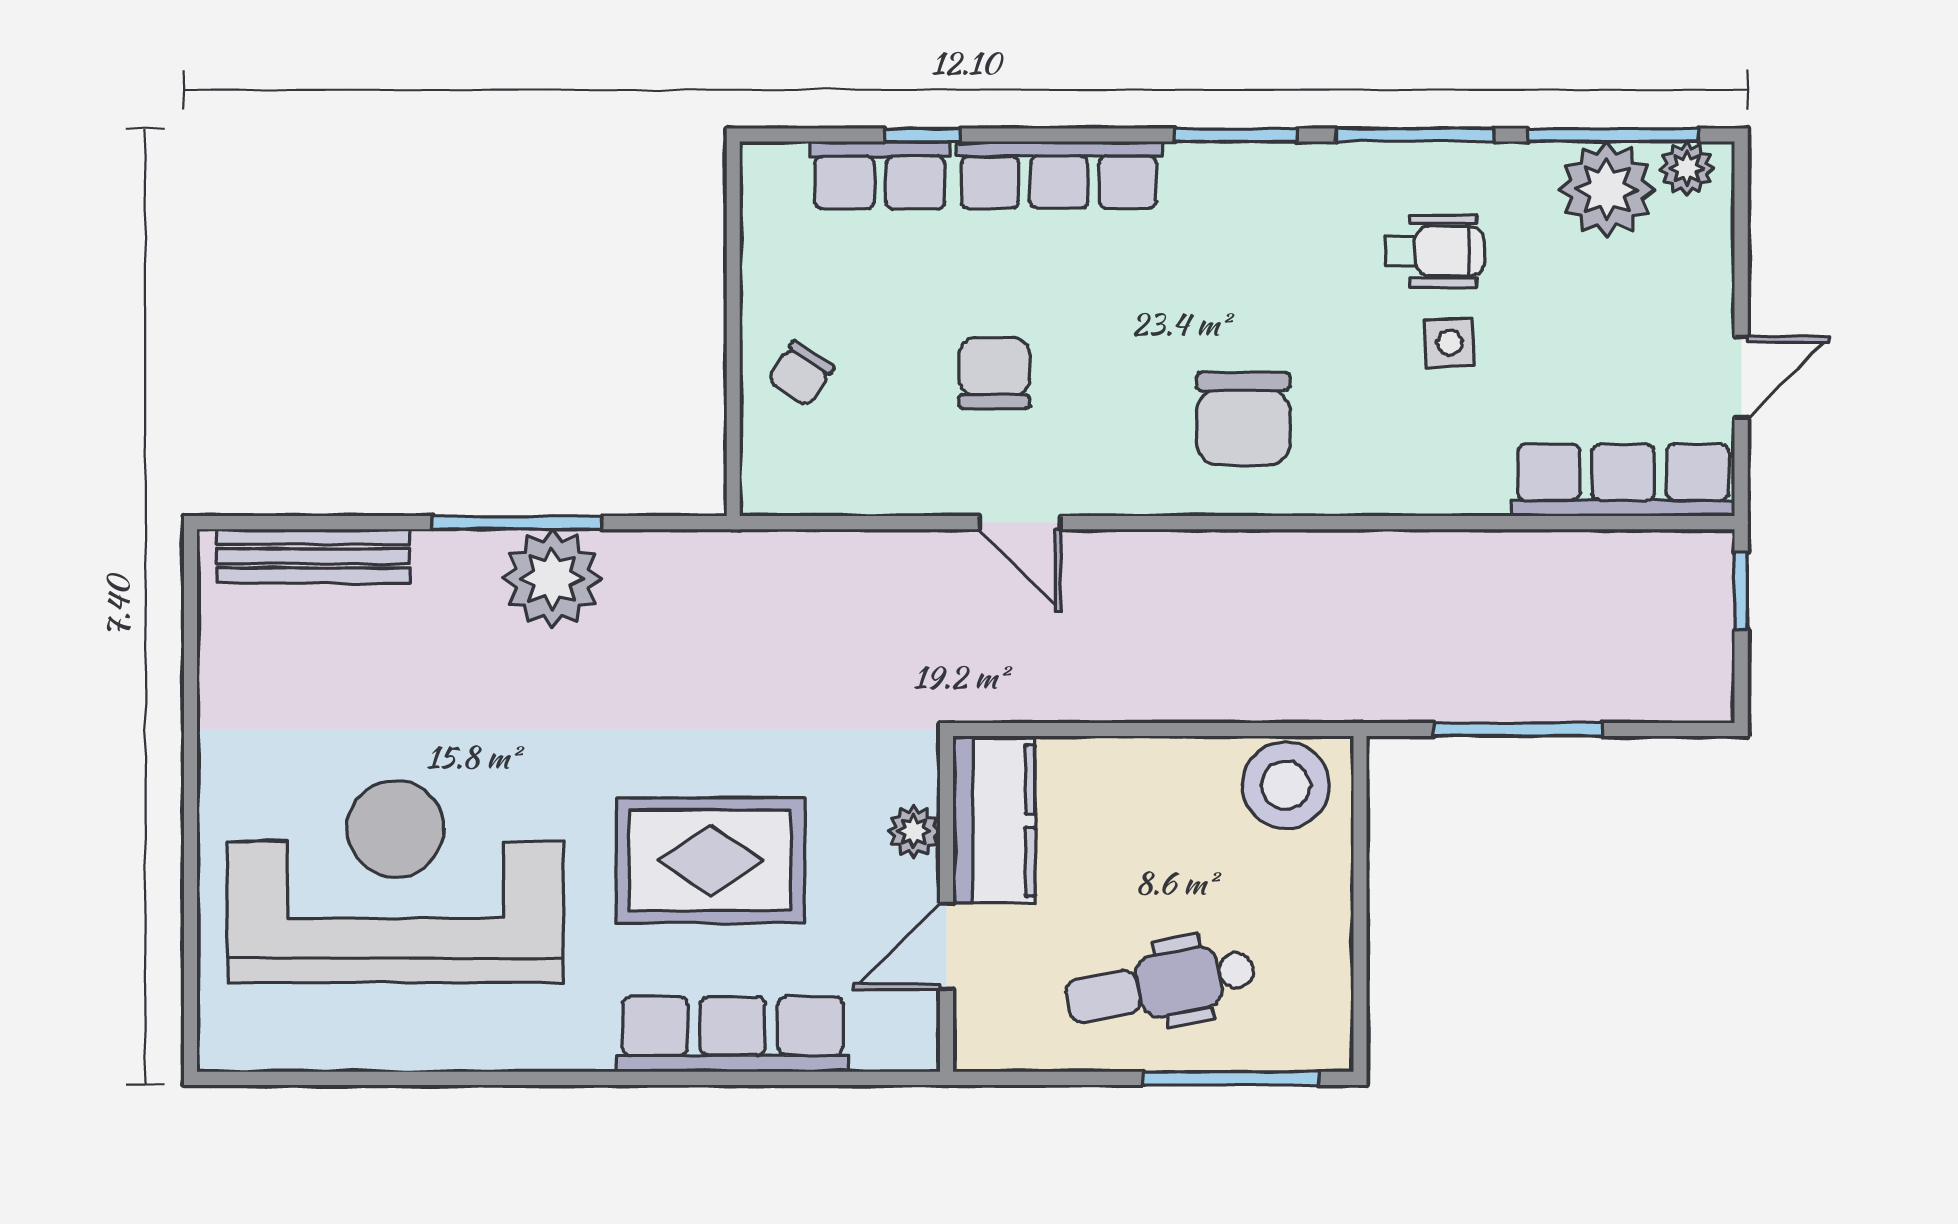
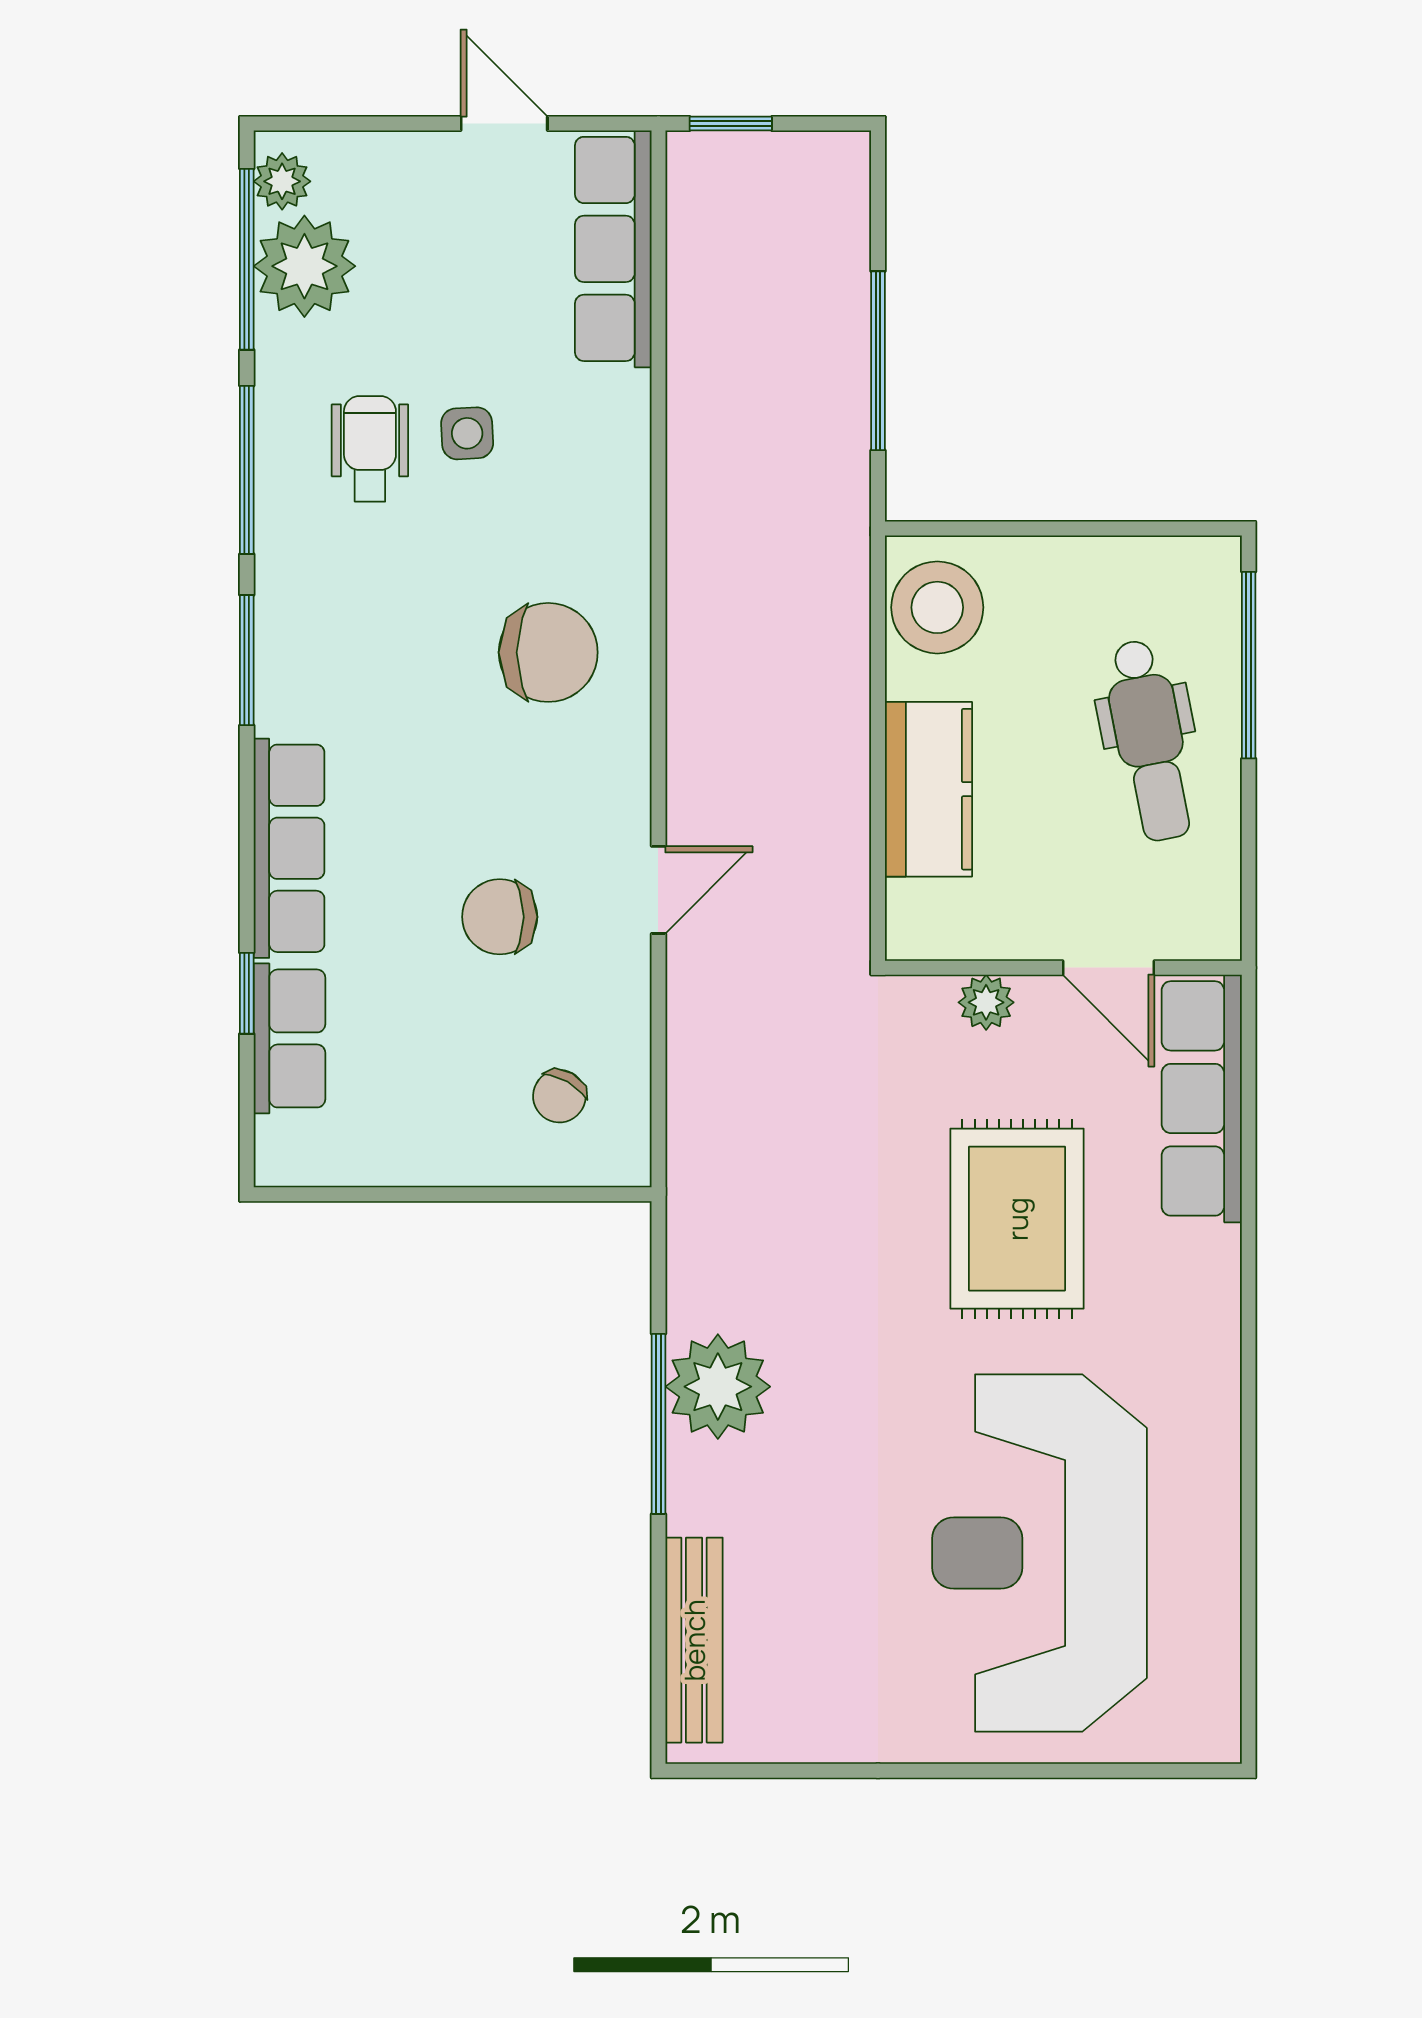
chair: (801, 374) -> (559, 1096), moved, turned 86
kitchen counter: (994, 821) -> (929, 789), moved, turned 90
row of seats: (733, 1034) -> (1202, 1098), moved

